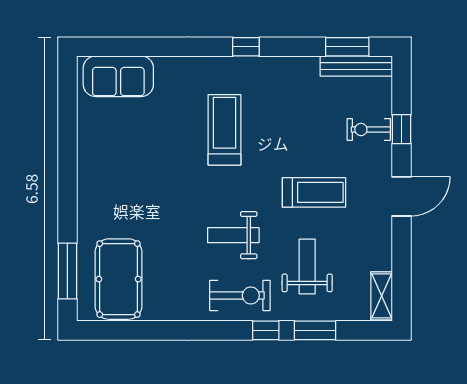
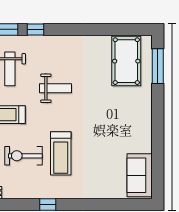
sofa: (118, 76) -> (140, 175), moved, turned -90
exercise bike: (240, 295) -> (24, 156), moved

